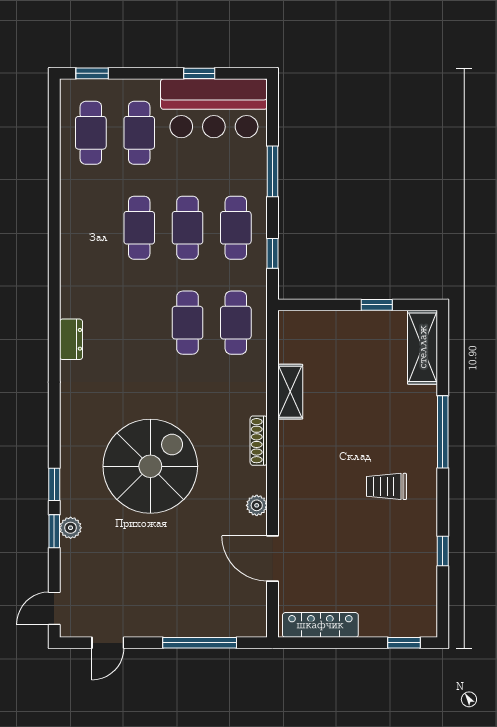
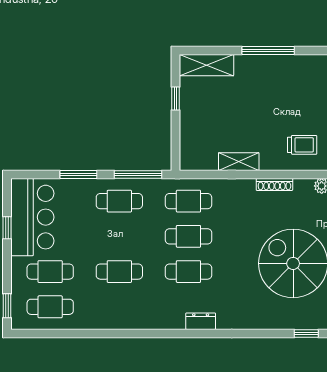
cafe table: (188, 228) -> (188, 272), moved
window: (272, 253) -> (138, 174), width x2.17
trolley: (386, 486) -> (302, 145), moved, turned -90

